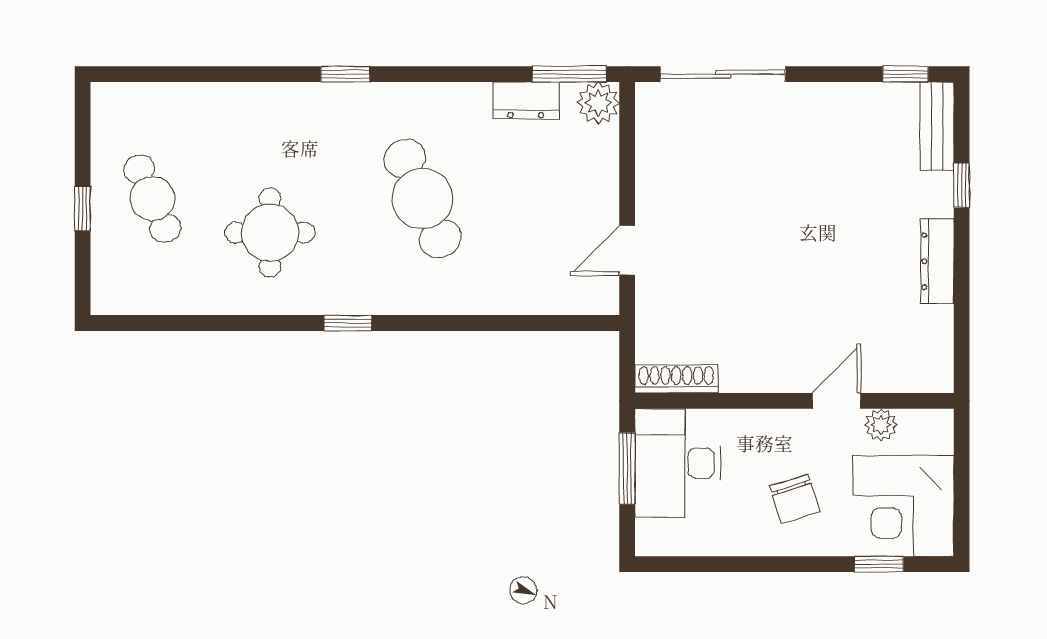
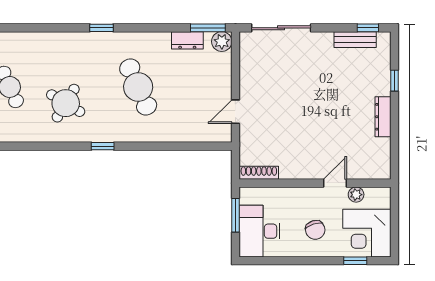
bench: (937, 126) -> (355, 40), moved, turned 90
round table: (270, 233) -> (66, 103), turned 31
desk: (678, 463) -> (260, 231), moved

